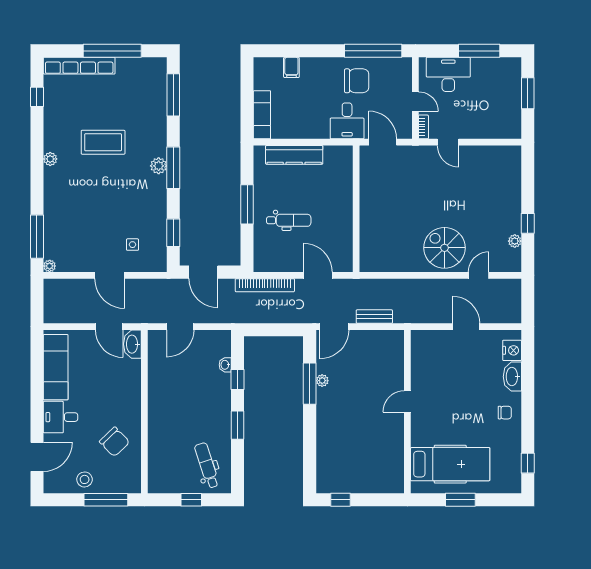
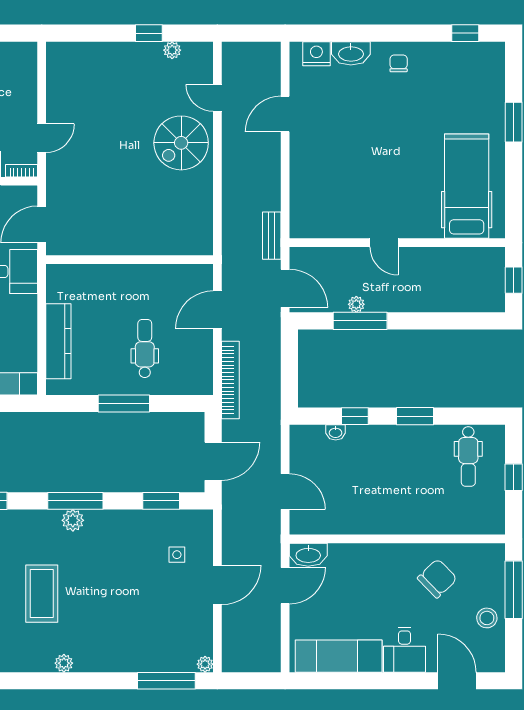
door: (407, 402) -> (384, 243), moved
wall: (407, 412) -> (397, 243), moved
hospital bed: (450, 464) -> (467, 186), moved
dental chair: (207, 465) -> (468, 456), turned -72

